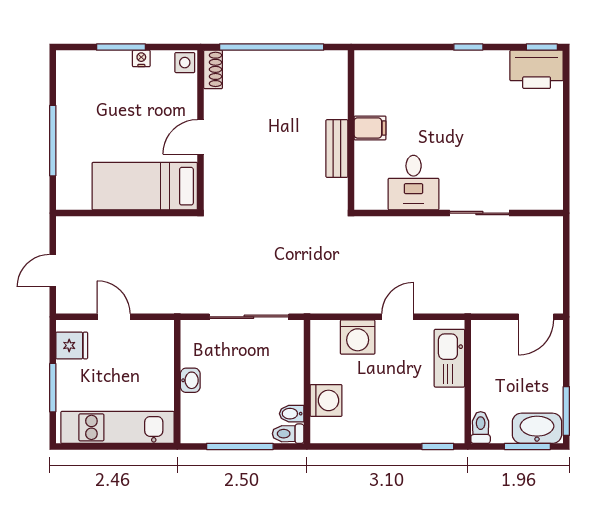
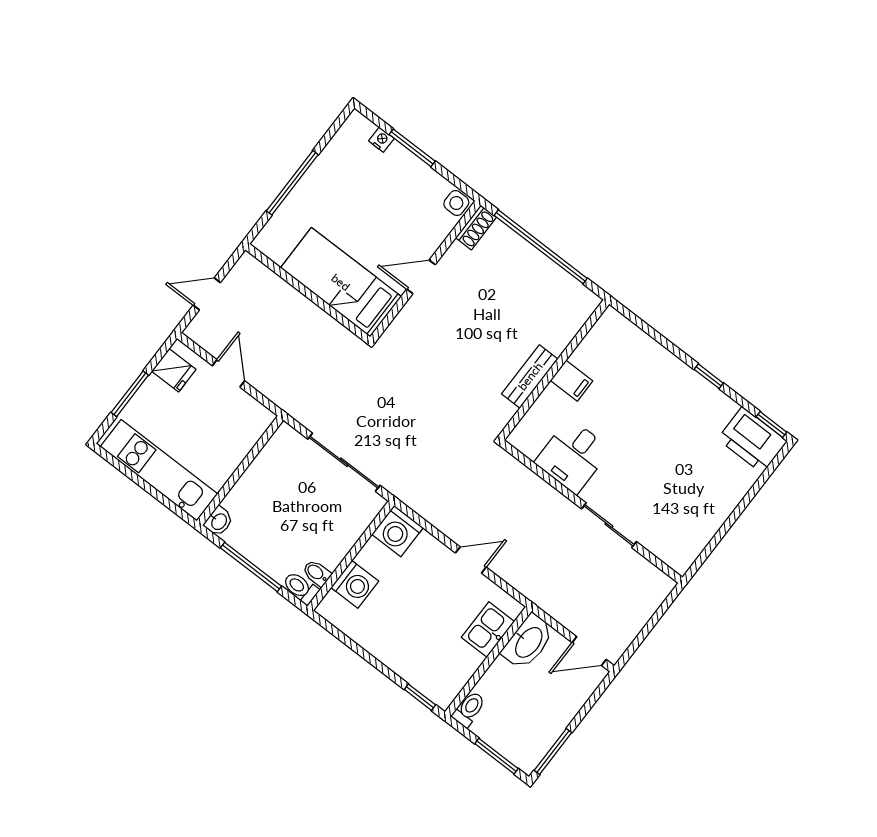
nightstand: (141, 58) -> (381, 140), moved
washing machine: (358, 337) -> (397, 531), moved
kitchen sink: (449, 358) -> (488, 629), width x0.73
washbasin: (190, 380) -> (219, 521), moved
washbasin: (537, 428) -> (528, 642), moved, turned 90

